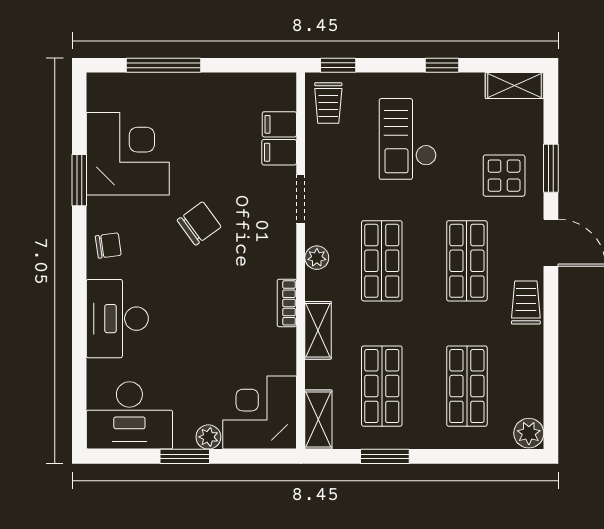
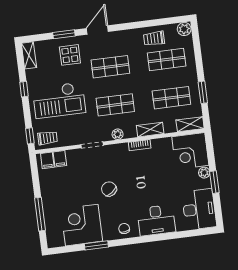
checkout: (408, 139) -> (59, 100), width x1.36, depth x1.21
filing cabinet: (279, 152) -> (47, 160), moved
trolley: (526, 302) -> (154, 38), moved

